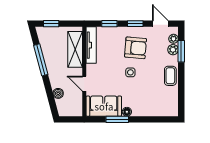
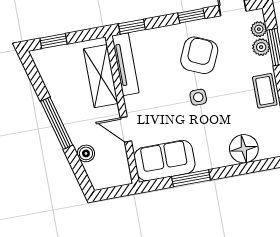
window: (109, 24) -> (132, 27), moved
armchair: (136, 48) -> (199, 55), turned -71
window: (41, 60) -> (57, 123), moved
floor lamp: (127, 112) -> (244, 149), moved, width x1.89, depth x1.89

